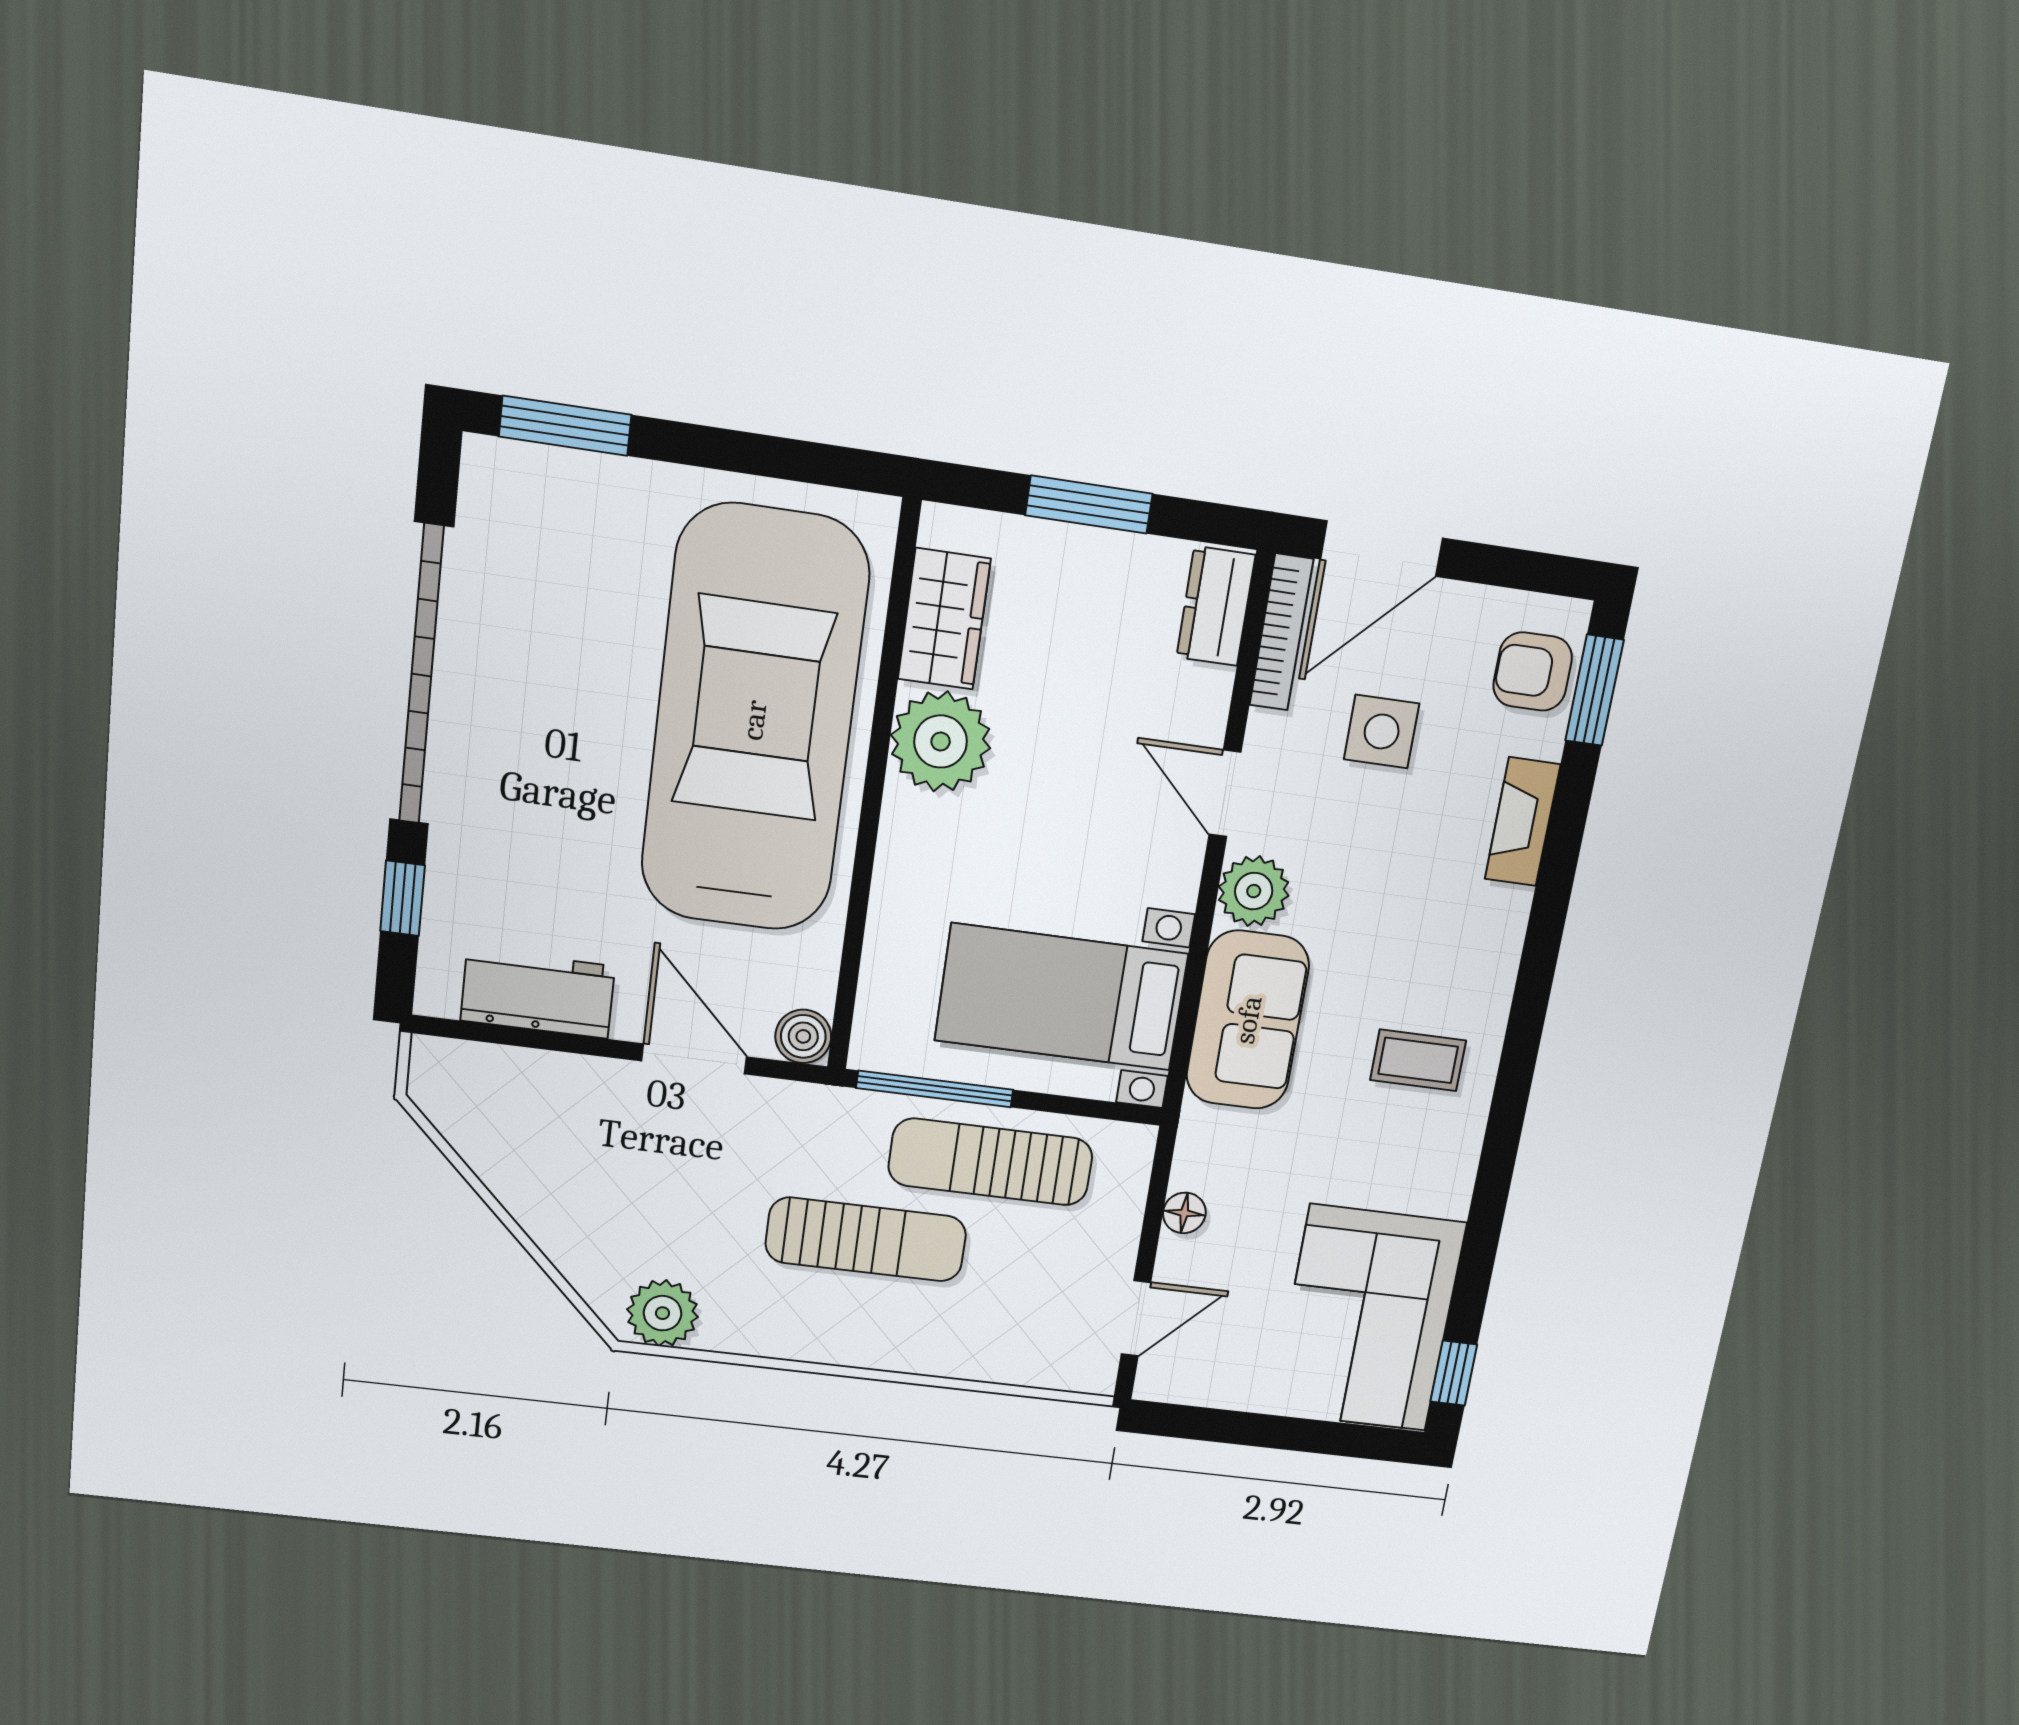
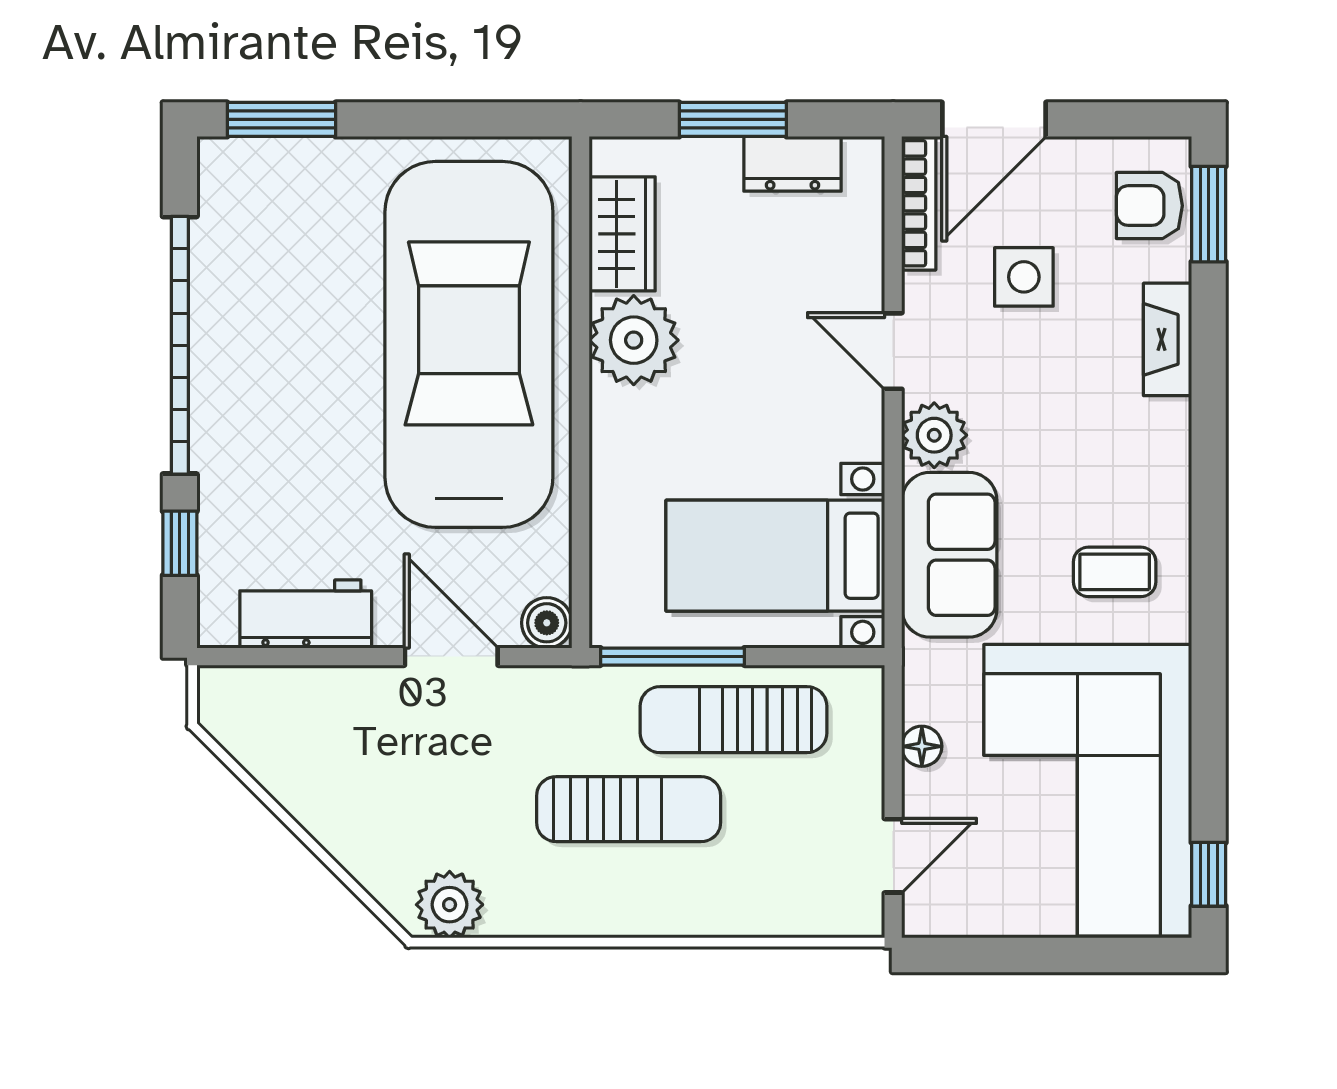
dresser: (1216, 606) -> (793, 164), moved, turned -90
corner sofa: (1368, 1318) -> (1088, 790), width x1.36, depth x1.36

